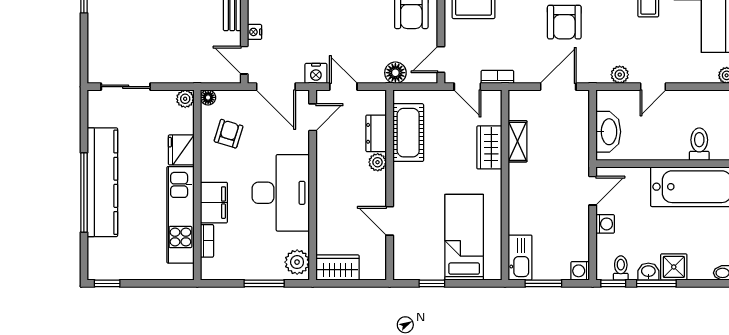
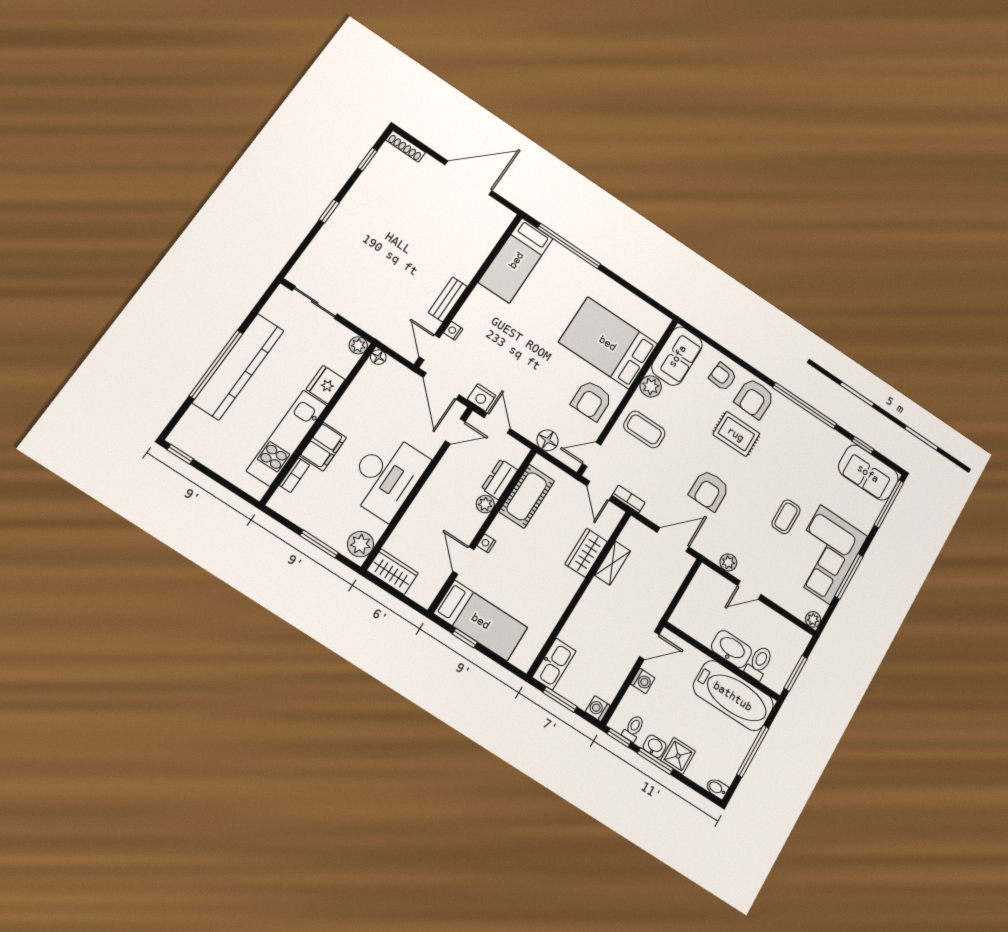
washbasin: (608, 132) -> (731, 649), moved, turned -90
armchair: (229, 134) -> (375, 398), removed
nightstand: (400, 194) -> (486, 543), added
bed: (464, 237) -> (481, 621), moved, turned 90

